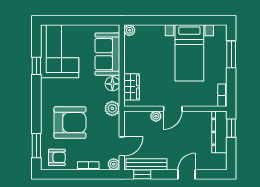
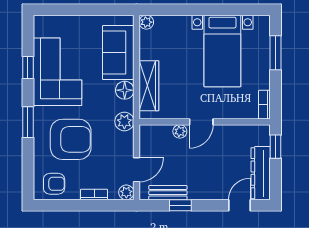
corner sofa: (60, 51) -> (57, 72), moved
wardrobe: (132, 87) -> (149, 86), width x1.50
dresser: (219, 132) -> (261, 173), moved
window: (36, 146) -> (28, 122), moved
bench: (146, 164) -> (168, 193), width x0.73
window: (142, 174) -> (180, 205), moved
door: (187, 174) -> (239, 205), moved

